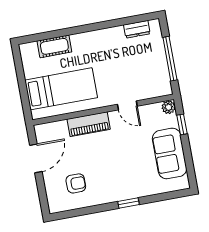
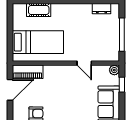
piano: (89, 124) -> (28, 72), moved

